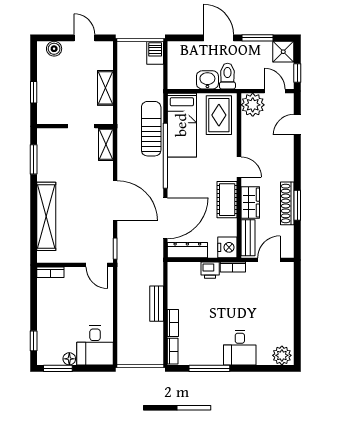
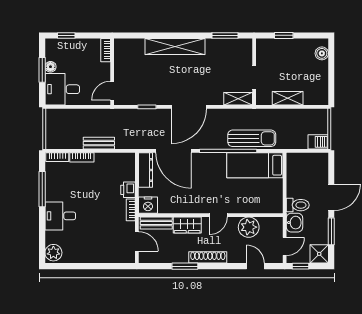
door: (85, 38) -> (331, 80), removed
washbasin: (207, 80) -> (295, 223), moved
plant: (253, 105) -> (249, 227), moved
rug: (219, 115) -> (264, 198), removed
cot: (227, 200) -> (190, 205), removed
shoe rack: (287, 203) -> (208, 257), moved
wall: (75, 265) -> (112, 72), moved
door: (97, 265) -> (112, 91), moved
bookcase: (50, 272) -> (106, 50), moved
window: (58, 368) -> (42, 70), moved

